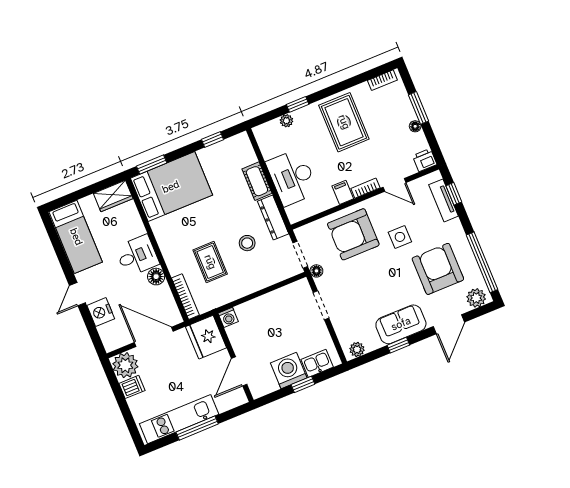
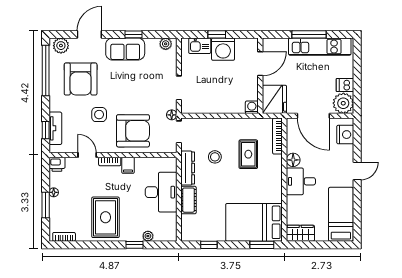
nightstand: (101, 312) -> (345, 135), moved

